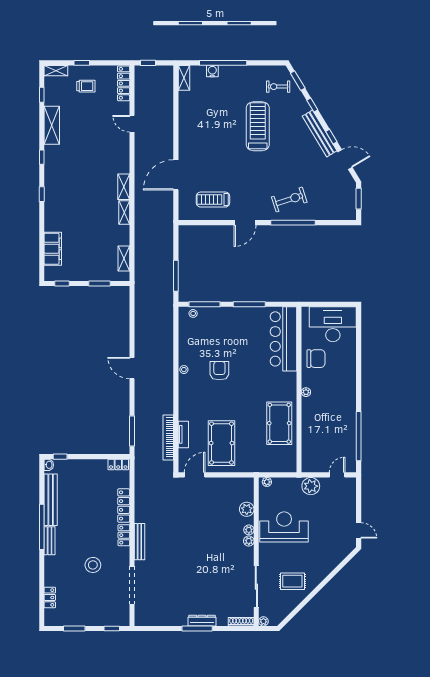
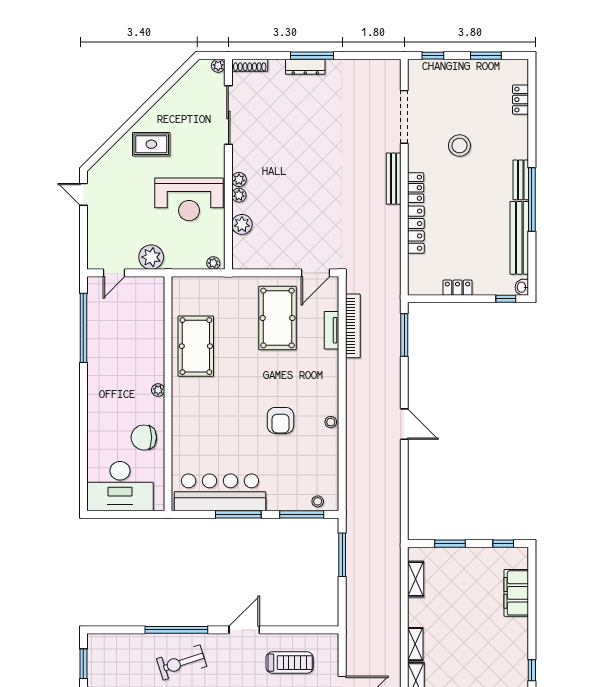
bar counter: (283, 339) -> (220, 492), moved, turned -90
locker: (118, 465) -> (457, 288), moved
rug: (292, 581) -> (151, 144), moved

